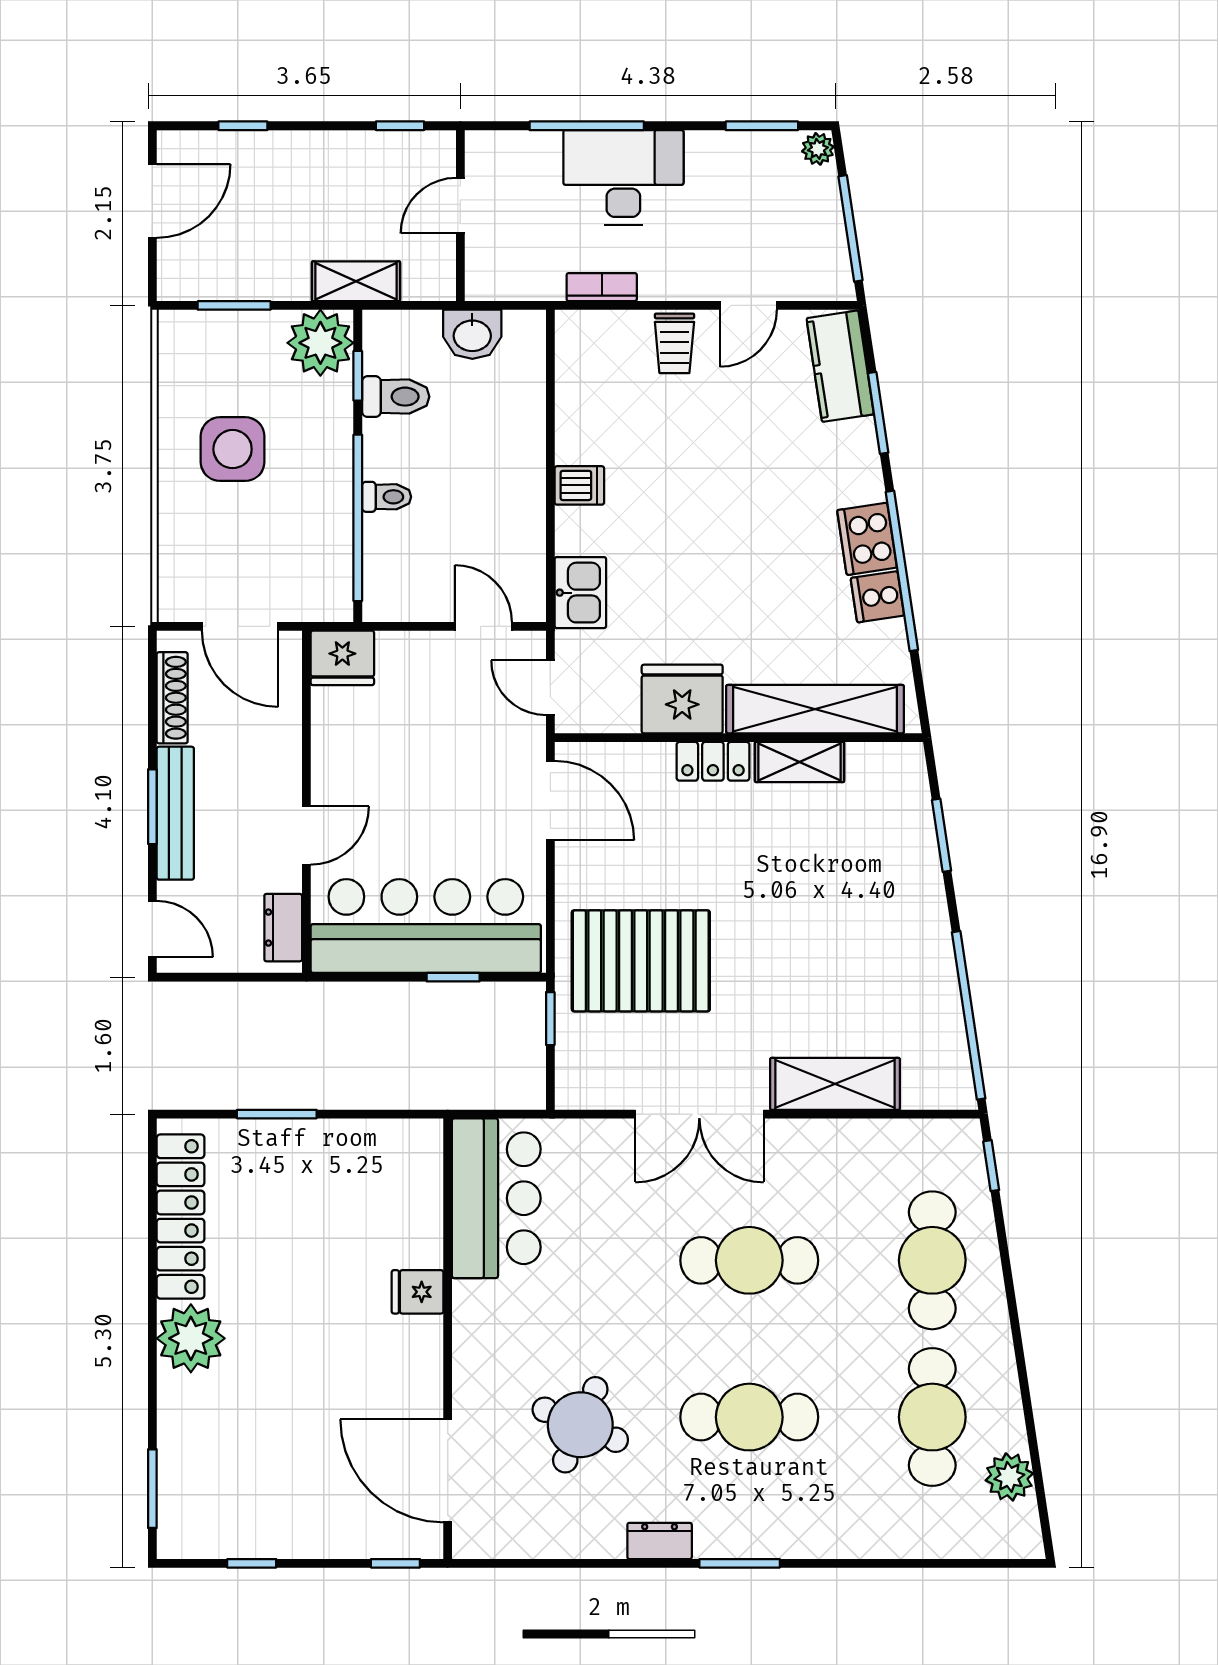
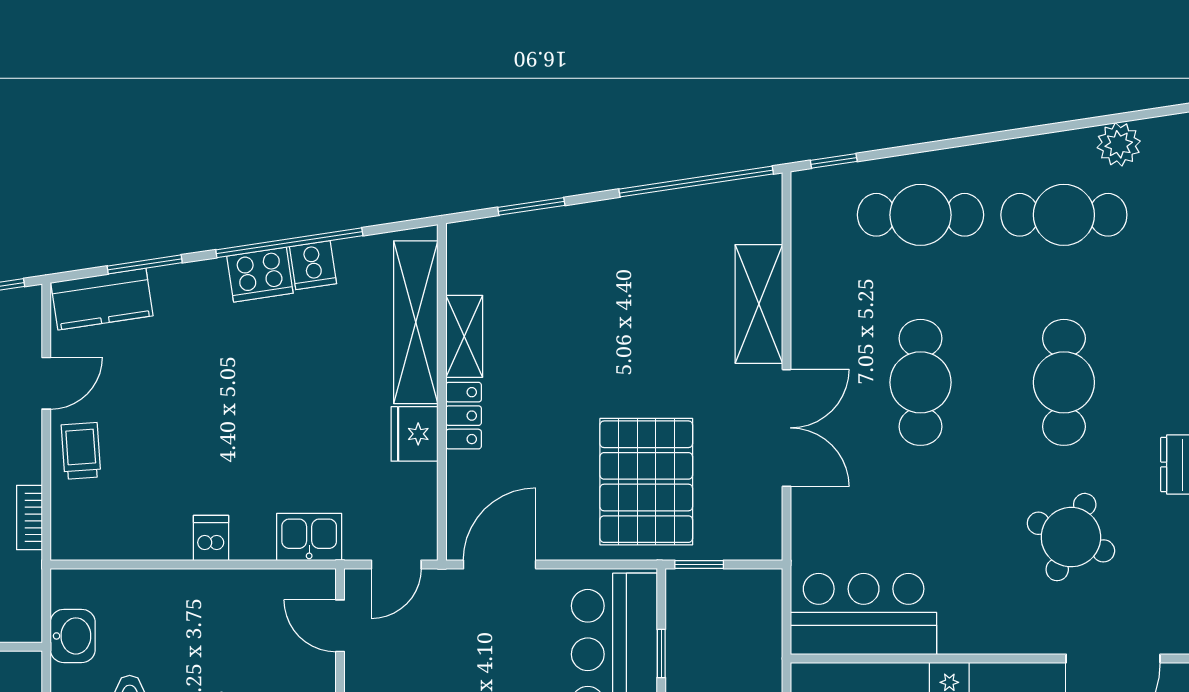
door: (748, 305) -> (46, 383), hinge flipped
trolley: (674, 343) -> (81, 451), turned -94
door: (483, 626) -> (340, 626), hinge flipped
fridge: (682, 699) -> (414, 434), width x0.73, depth x0.75

